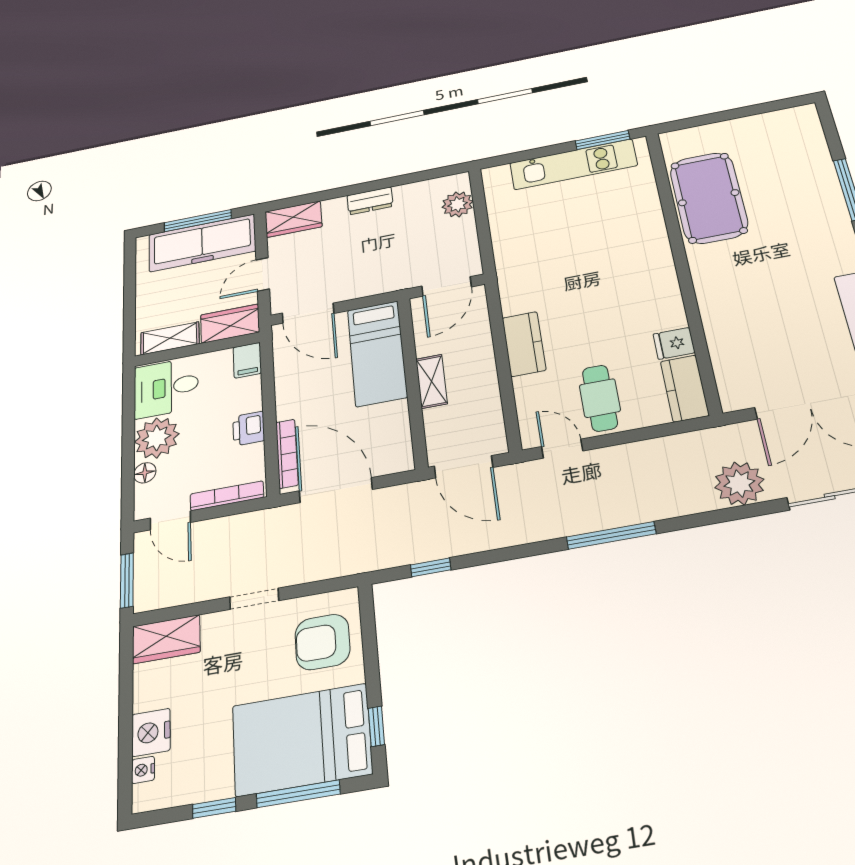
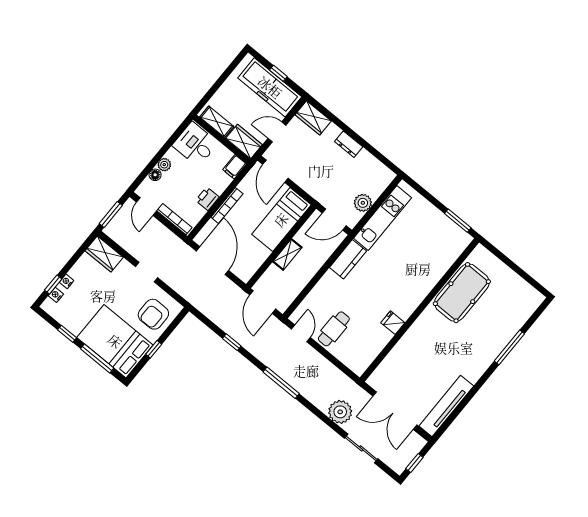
kitchen unit: (573, 164) -> (382, 218), moved, turned -90
plant: (458, 204) -> (363, 203), moved
window: (198, 221) -> (278, 73), width x0.46
fridge: (674, 343) -> (393, 323), moved
kitchen counter: (524, 344) -> (348, 259), moved
kitchen counter: (685, 388) -> (364, 358), removed
plant: (157, 438) -> (164, 165), width x0.53, depth x0.53
bookcase: (287, 454) -> (227, 206), moved
window: (431, 567) -> (232, 342), moved
armchair: (322, 642) -> (153, 314), turned -90
window: (376, 726) -> (154, 349), moved
nightstand: (151, 732) -> (67, 281), width x0.53, depth x0.56
window: (125, 760) -> (53, 285), added

